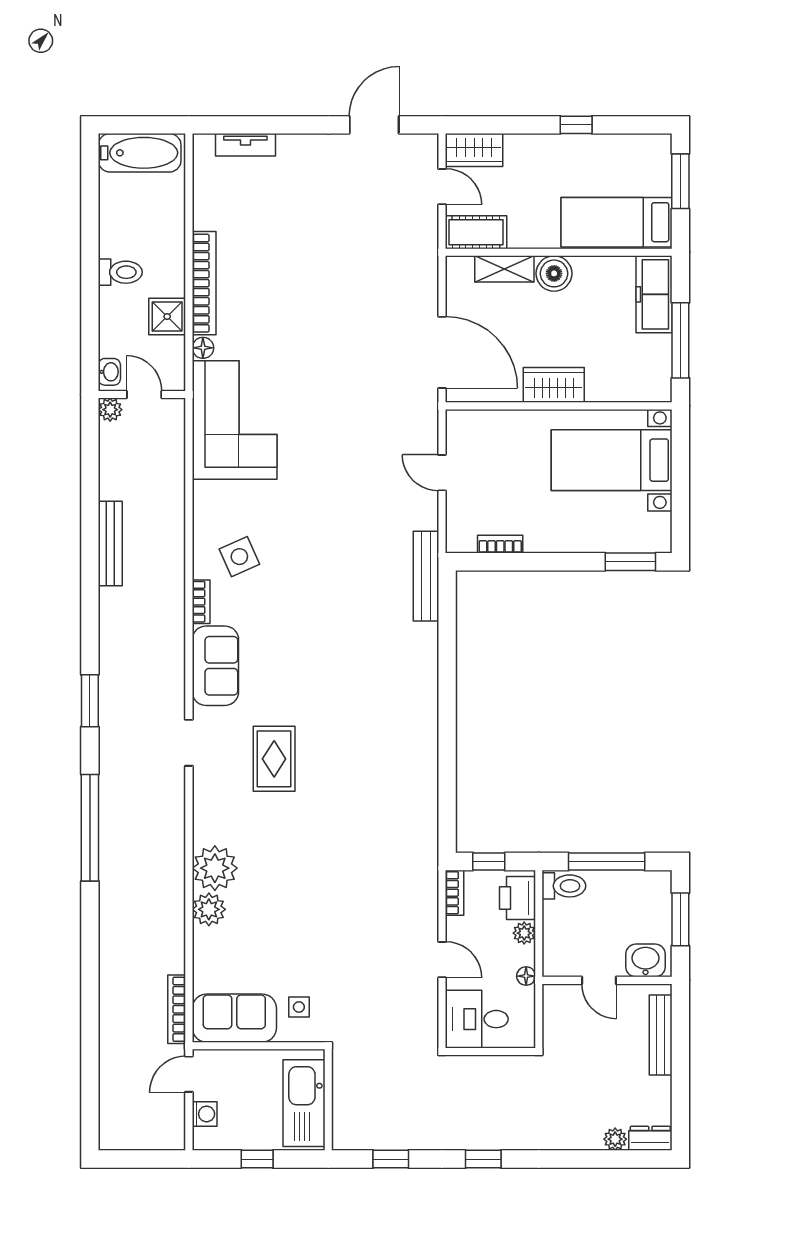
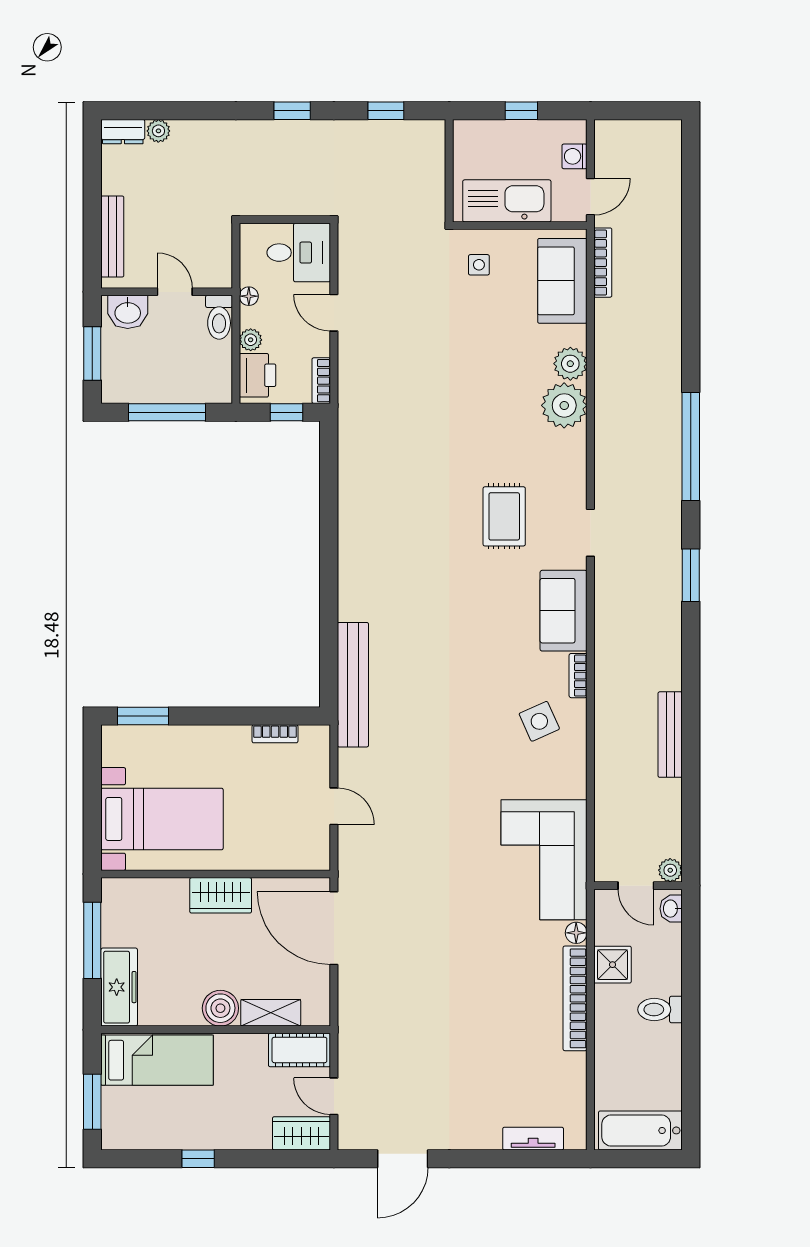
bench: (426, 576) -> (353, 685), width x1.37, depth x1.21
toilet: (564, 886) -> (219, 317), moved, turned -90
sofa: (234, 1018) -> (562, 281), moved, turned 90
kitchen sink: (304, 1103) -> (507, 201), moved, turned -90

